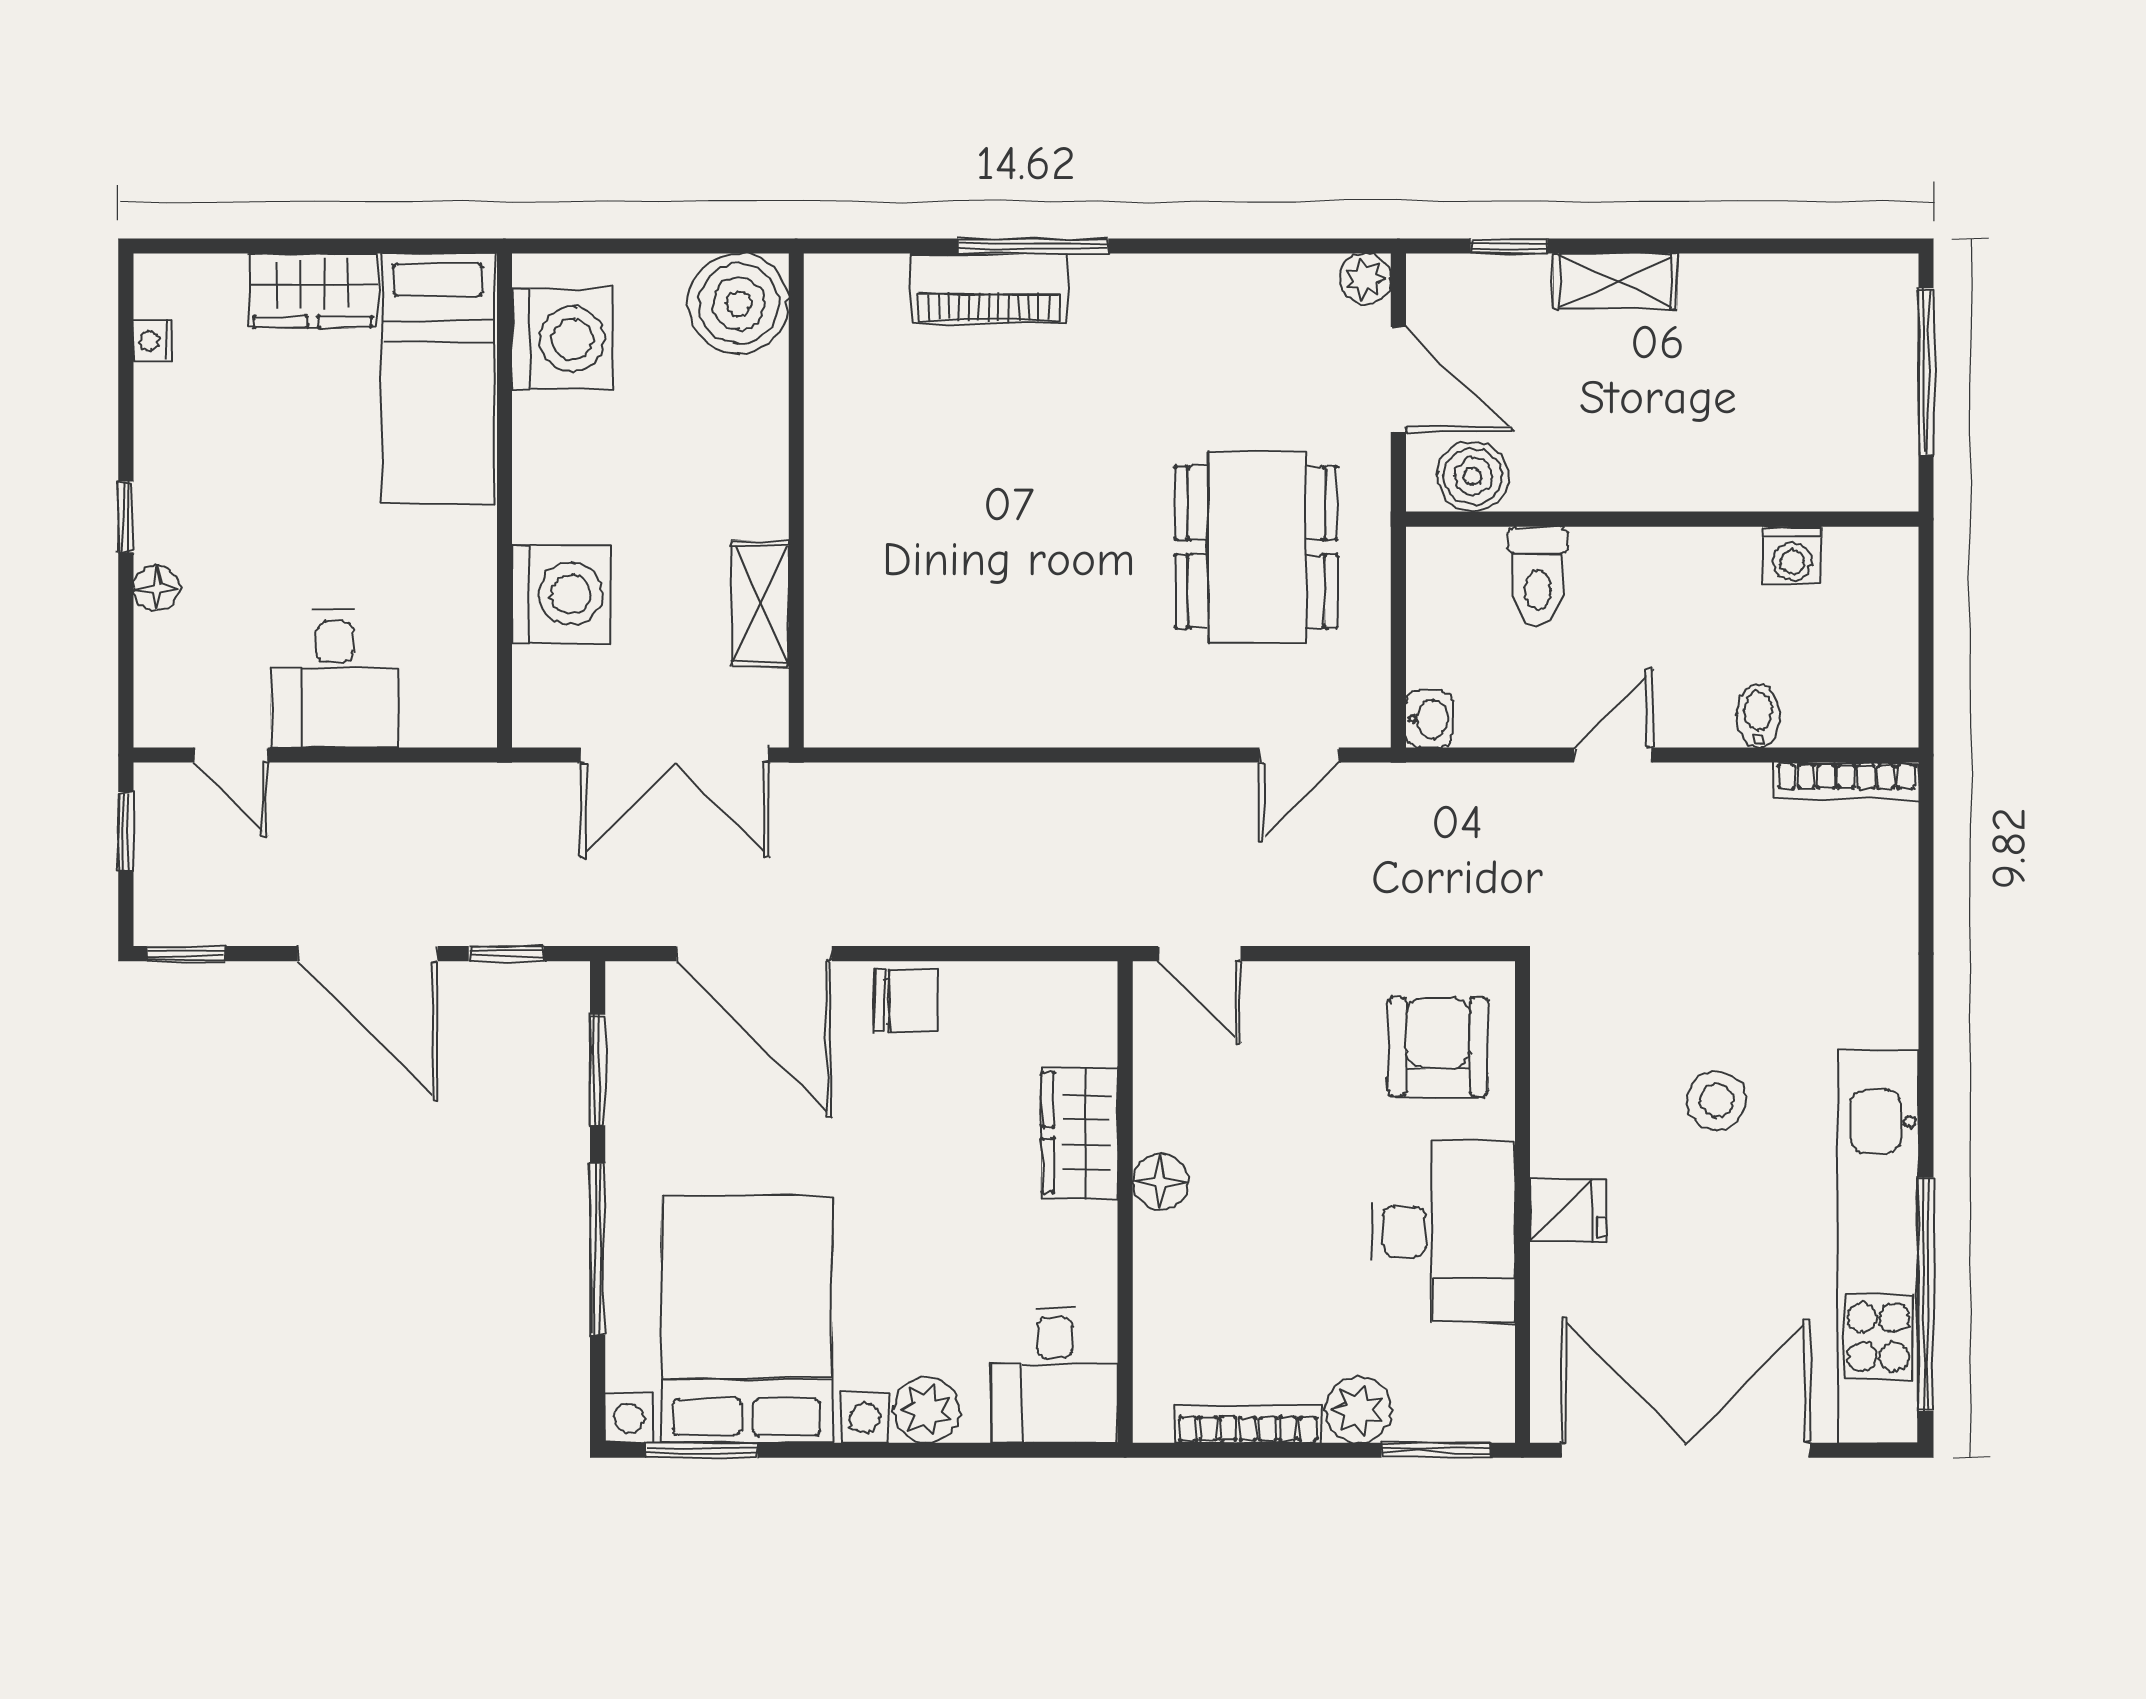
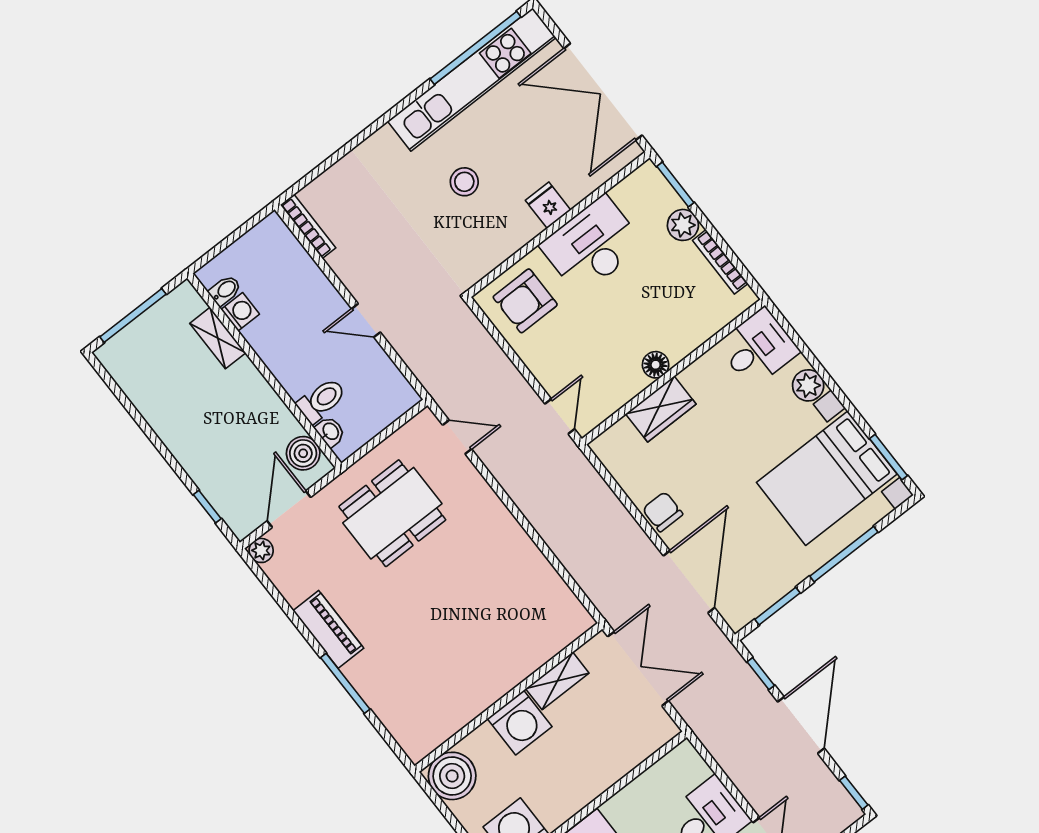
shelving: (1615, 281) -> (218, 338), moved
piano: (988, 288) -> (328, 629), moved
washing machine: (561, 594) -> (520, 723), moved, turned 180
bidet: (1758, 716) -> (225, 290), moved, turned 180
washbasin: (1429, 719) -> (330, 432), moved, turned 90

